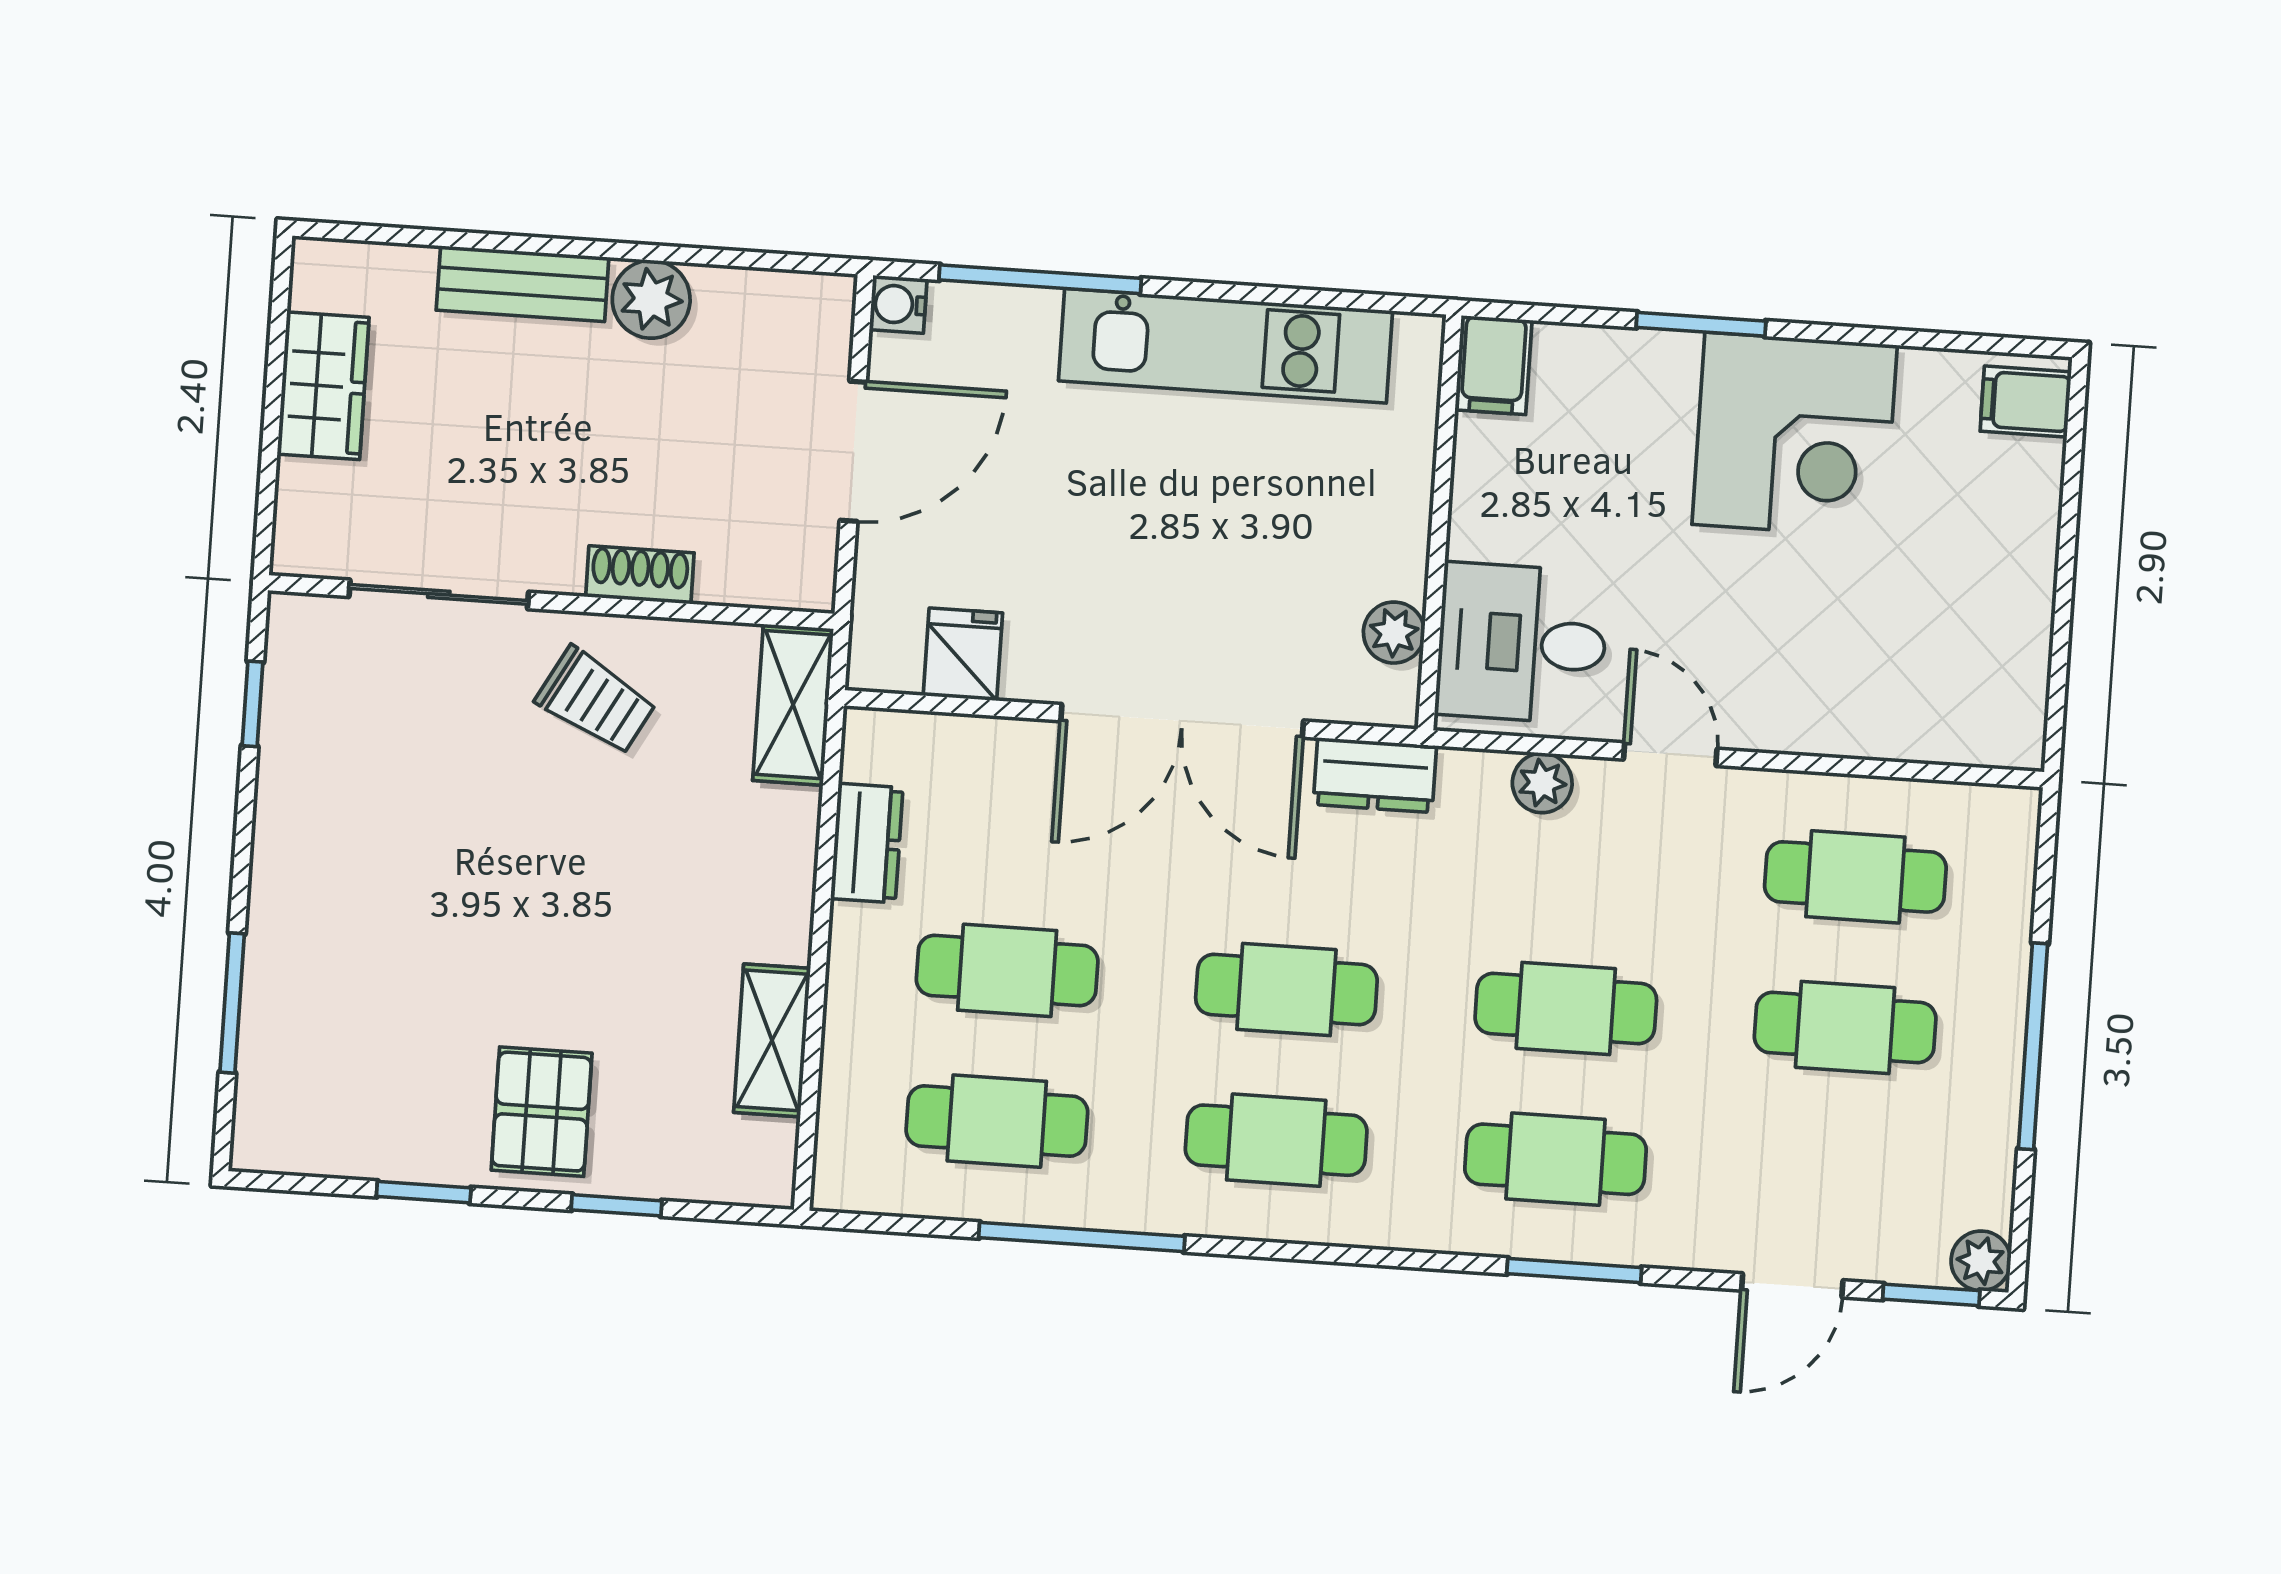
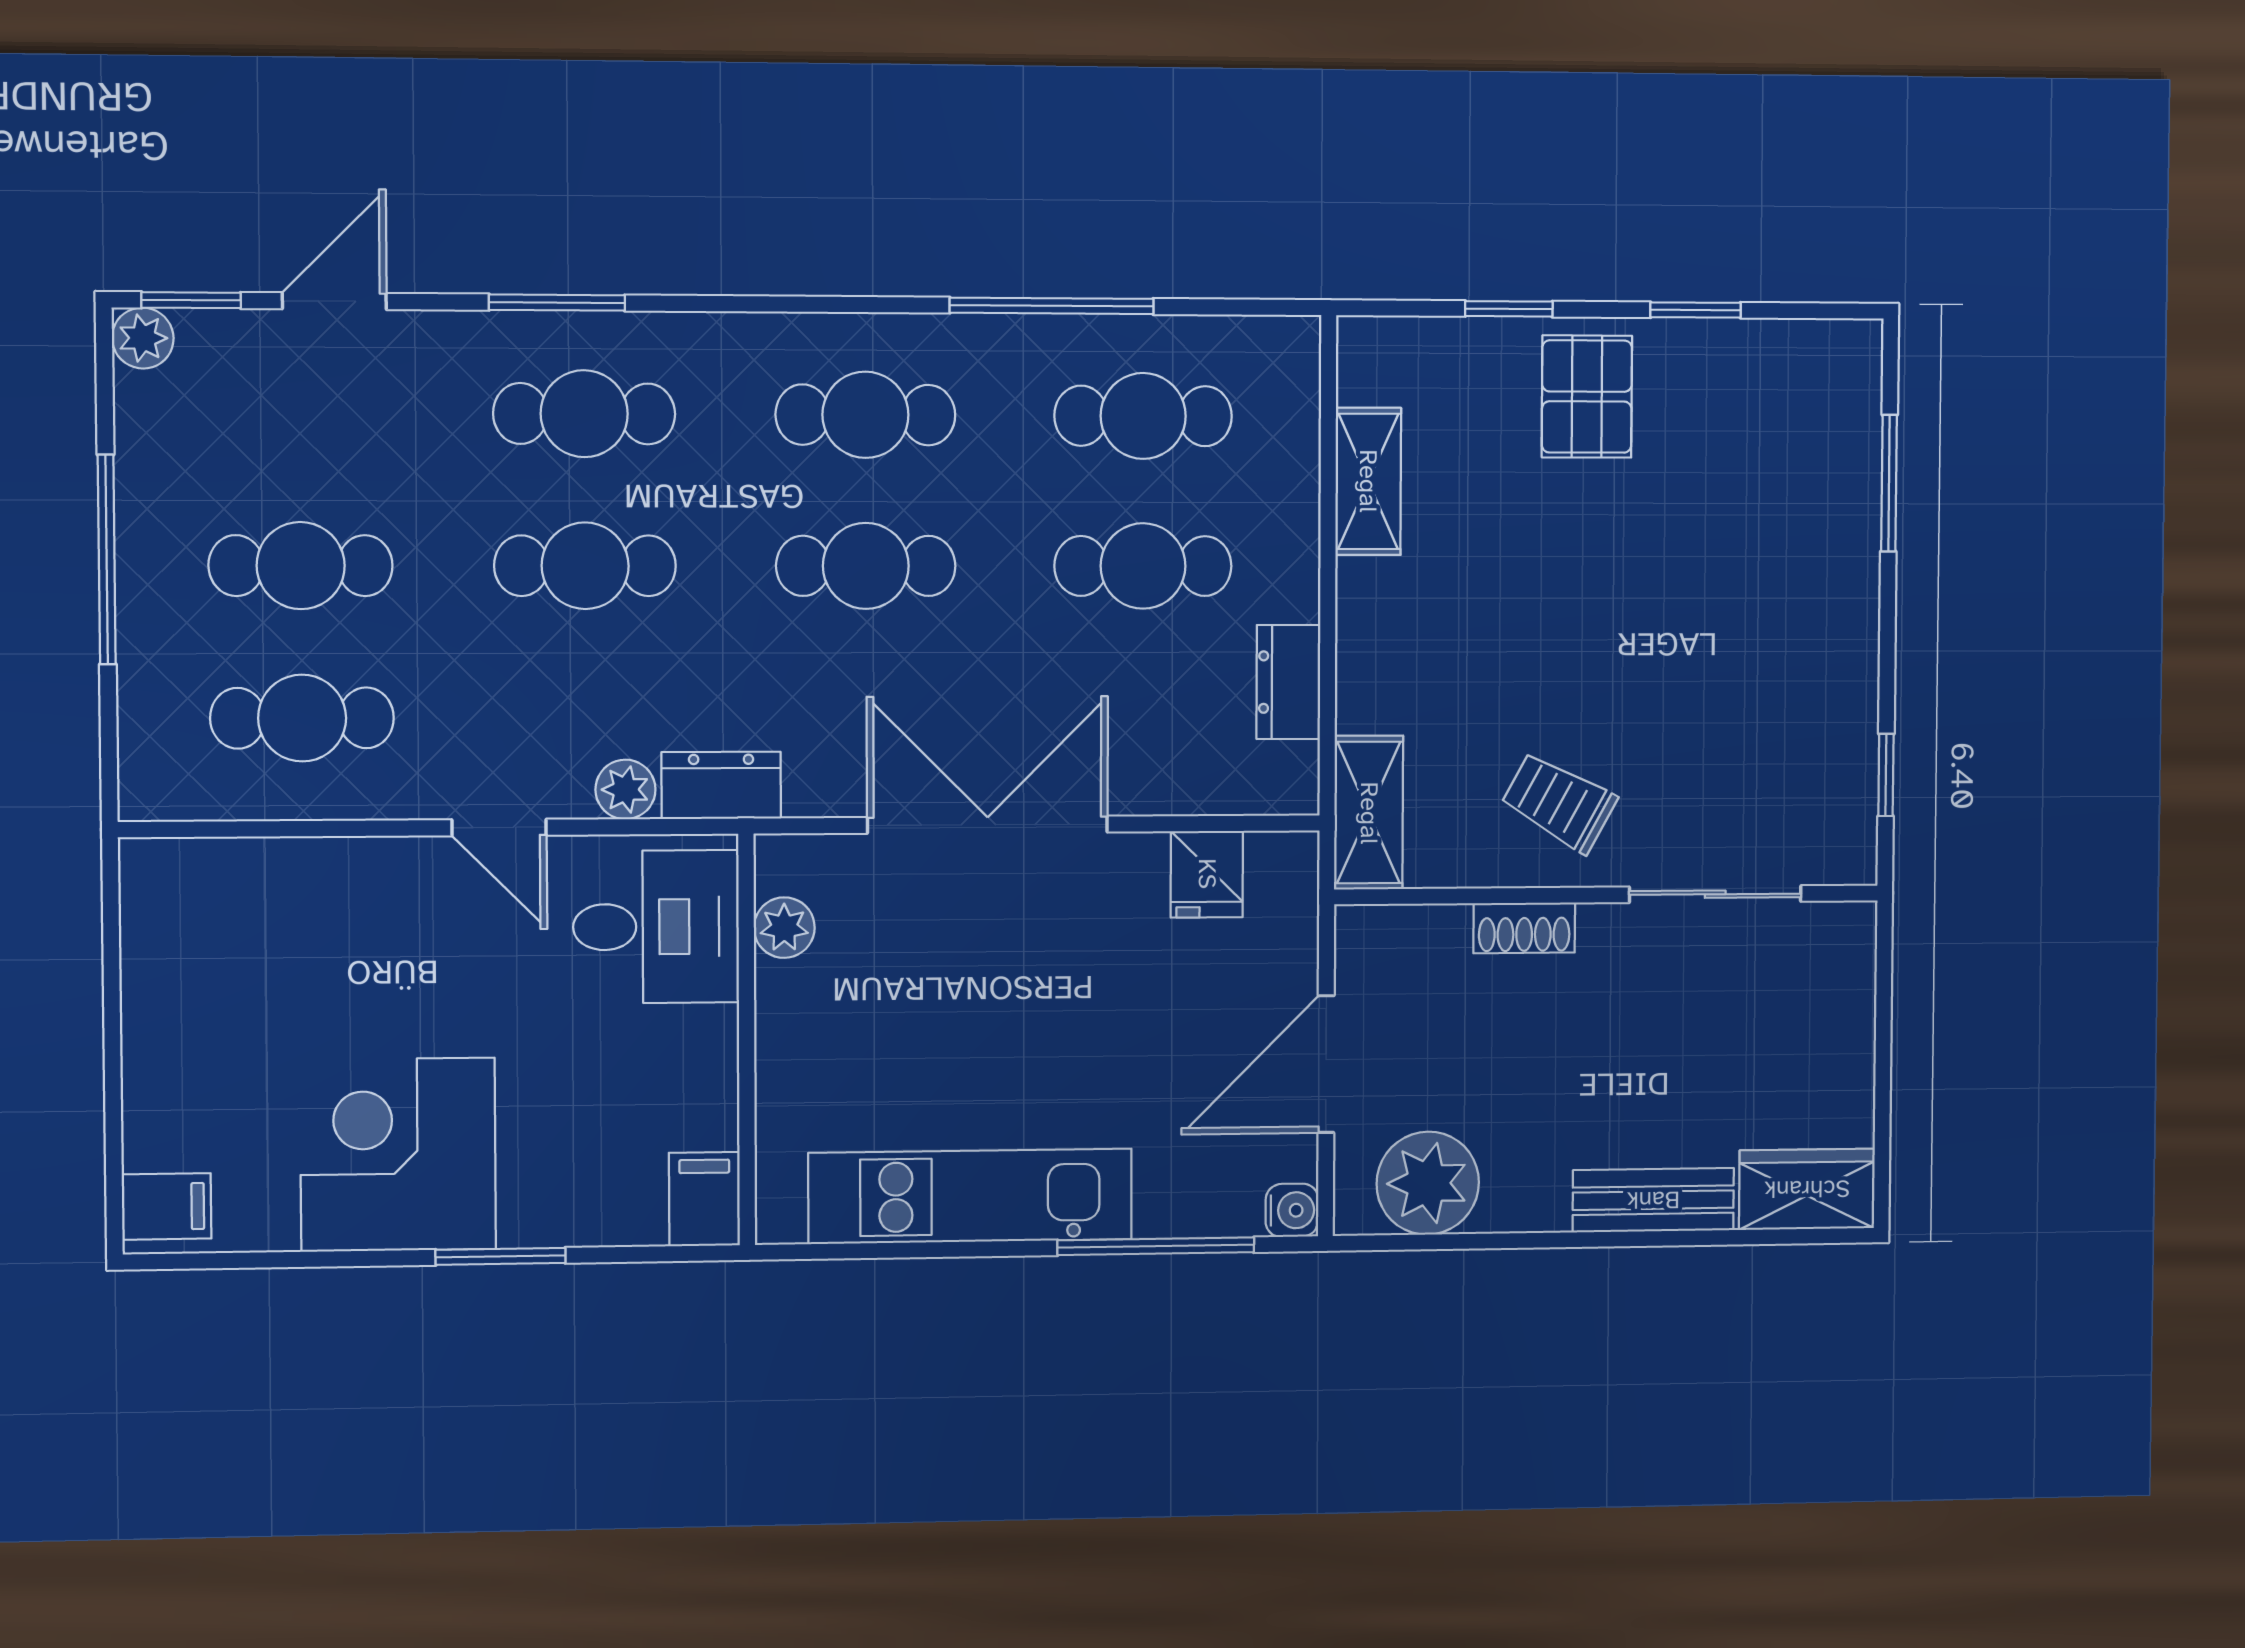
plant: (651, 299) -> (1428, 1183), moved, width x1.36, depth x1.36
wardrobe: (323, 386) -> (1807, 1189), moved, turned 90
dresser: (1375, 775) -> (721, 785), moved

